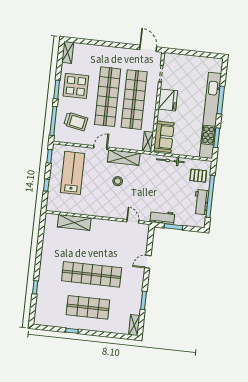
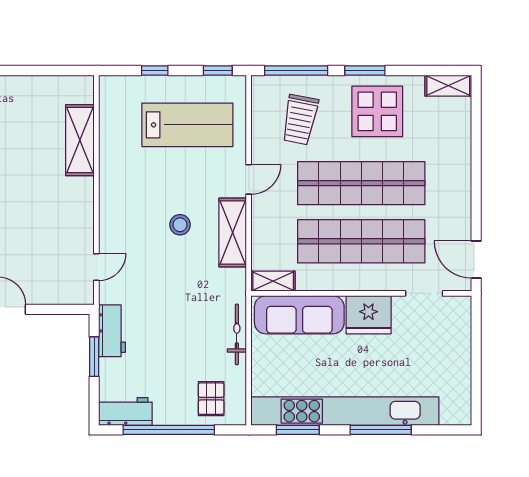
door: (148, 48) -> (476, 260), swing flipped
sofa: (164, 137) -> (299, 315), width x1.36
door: (100, 148) -> (249, 179), hinge flipped
workbench: (201, 202) -> (125, 411), moved

